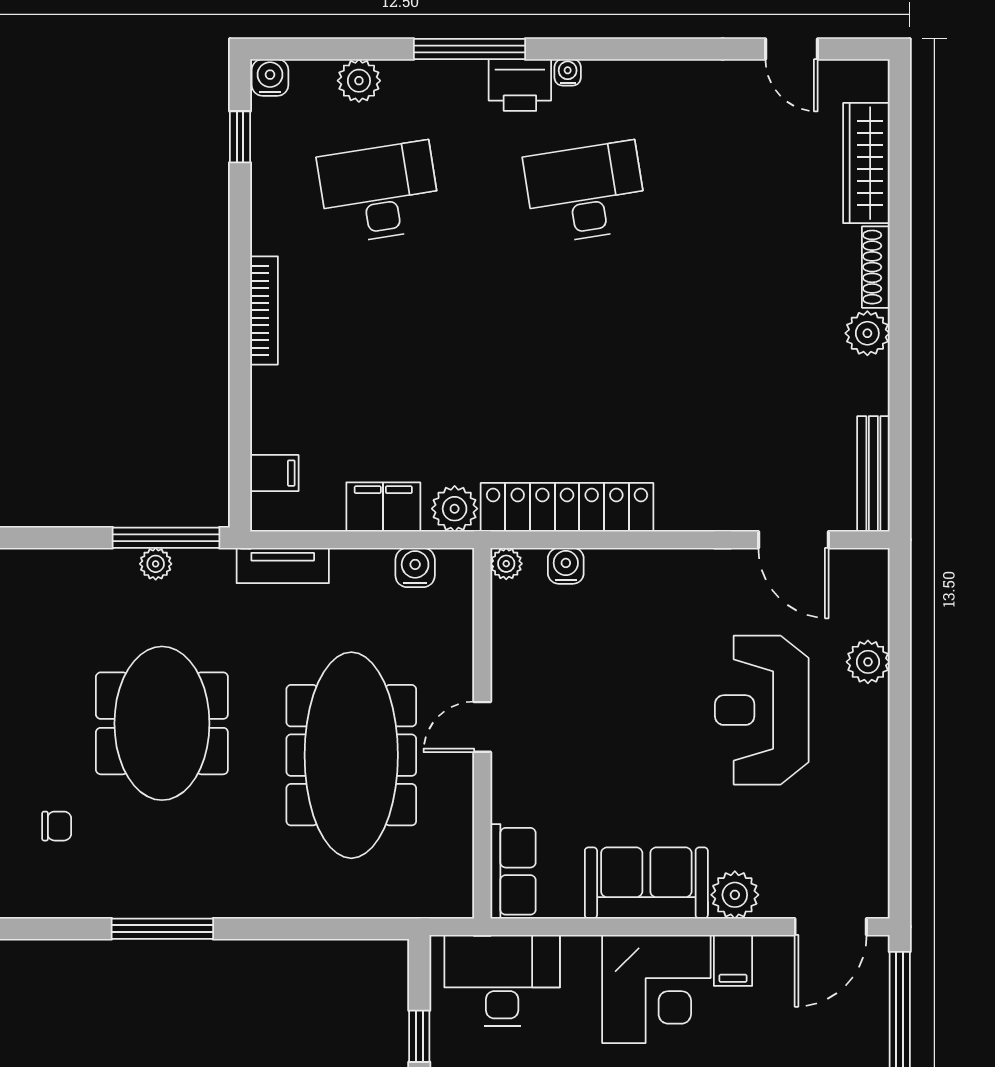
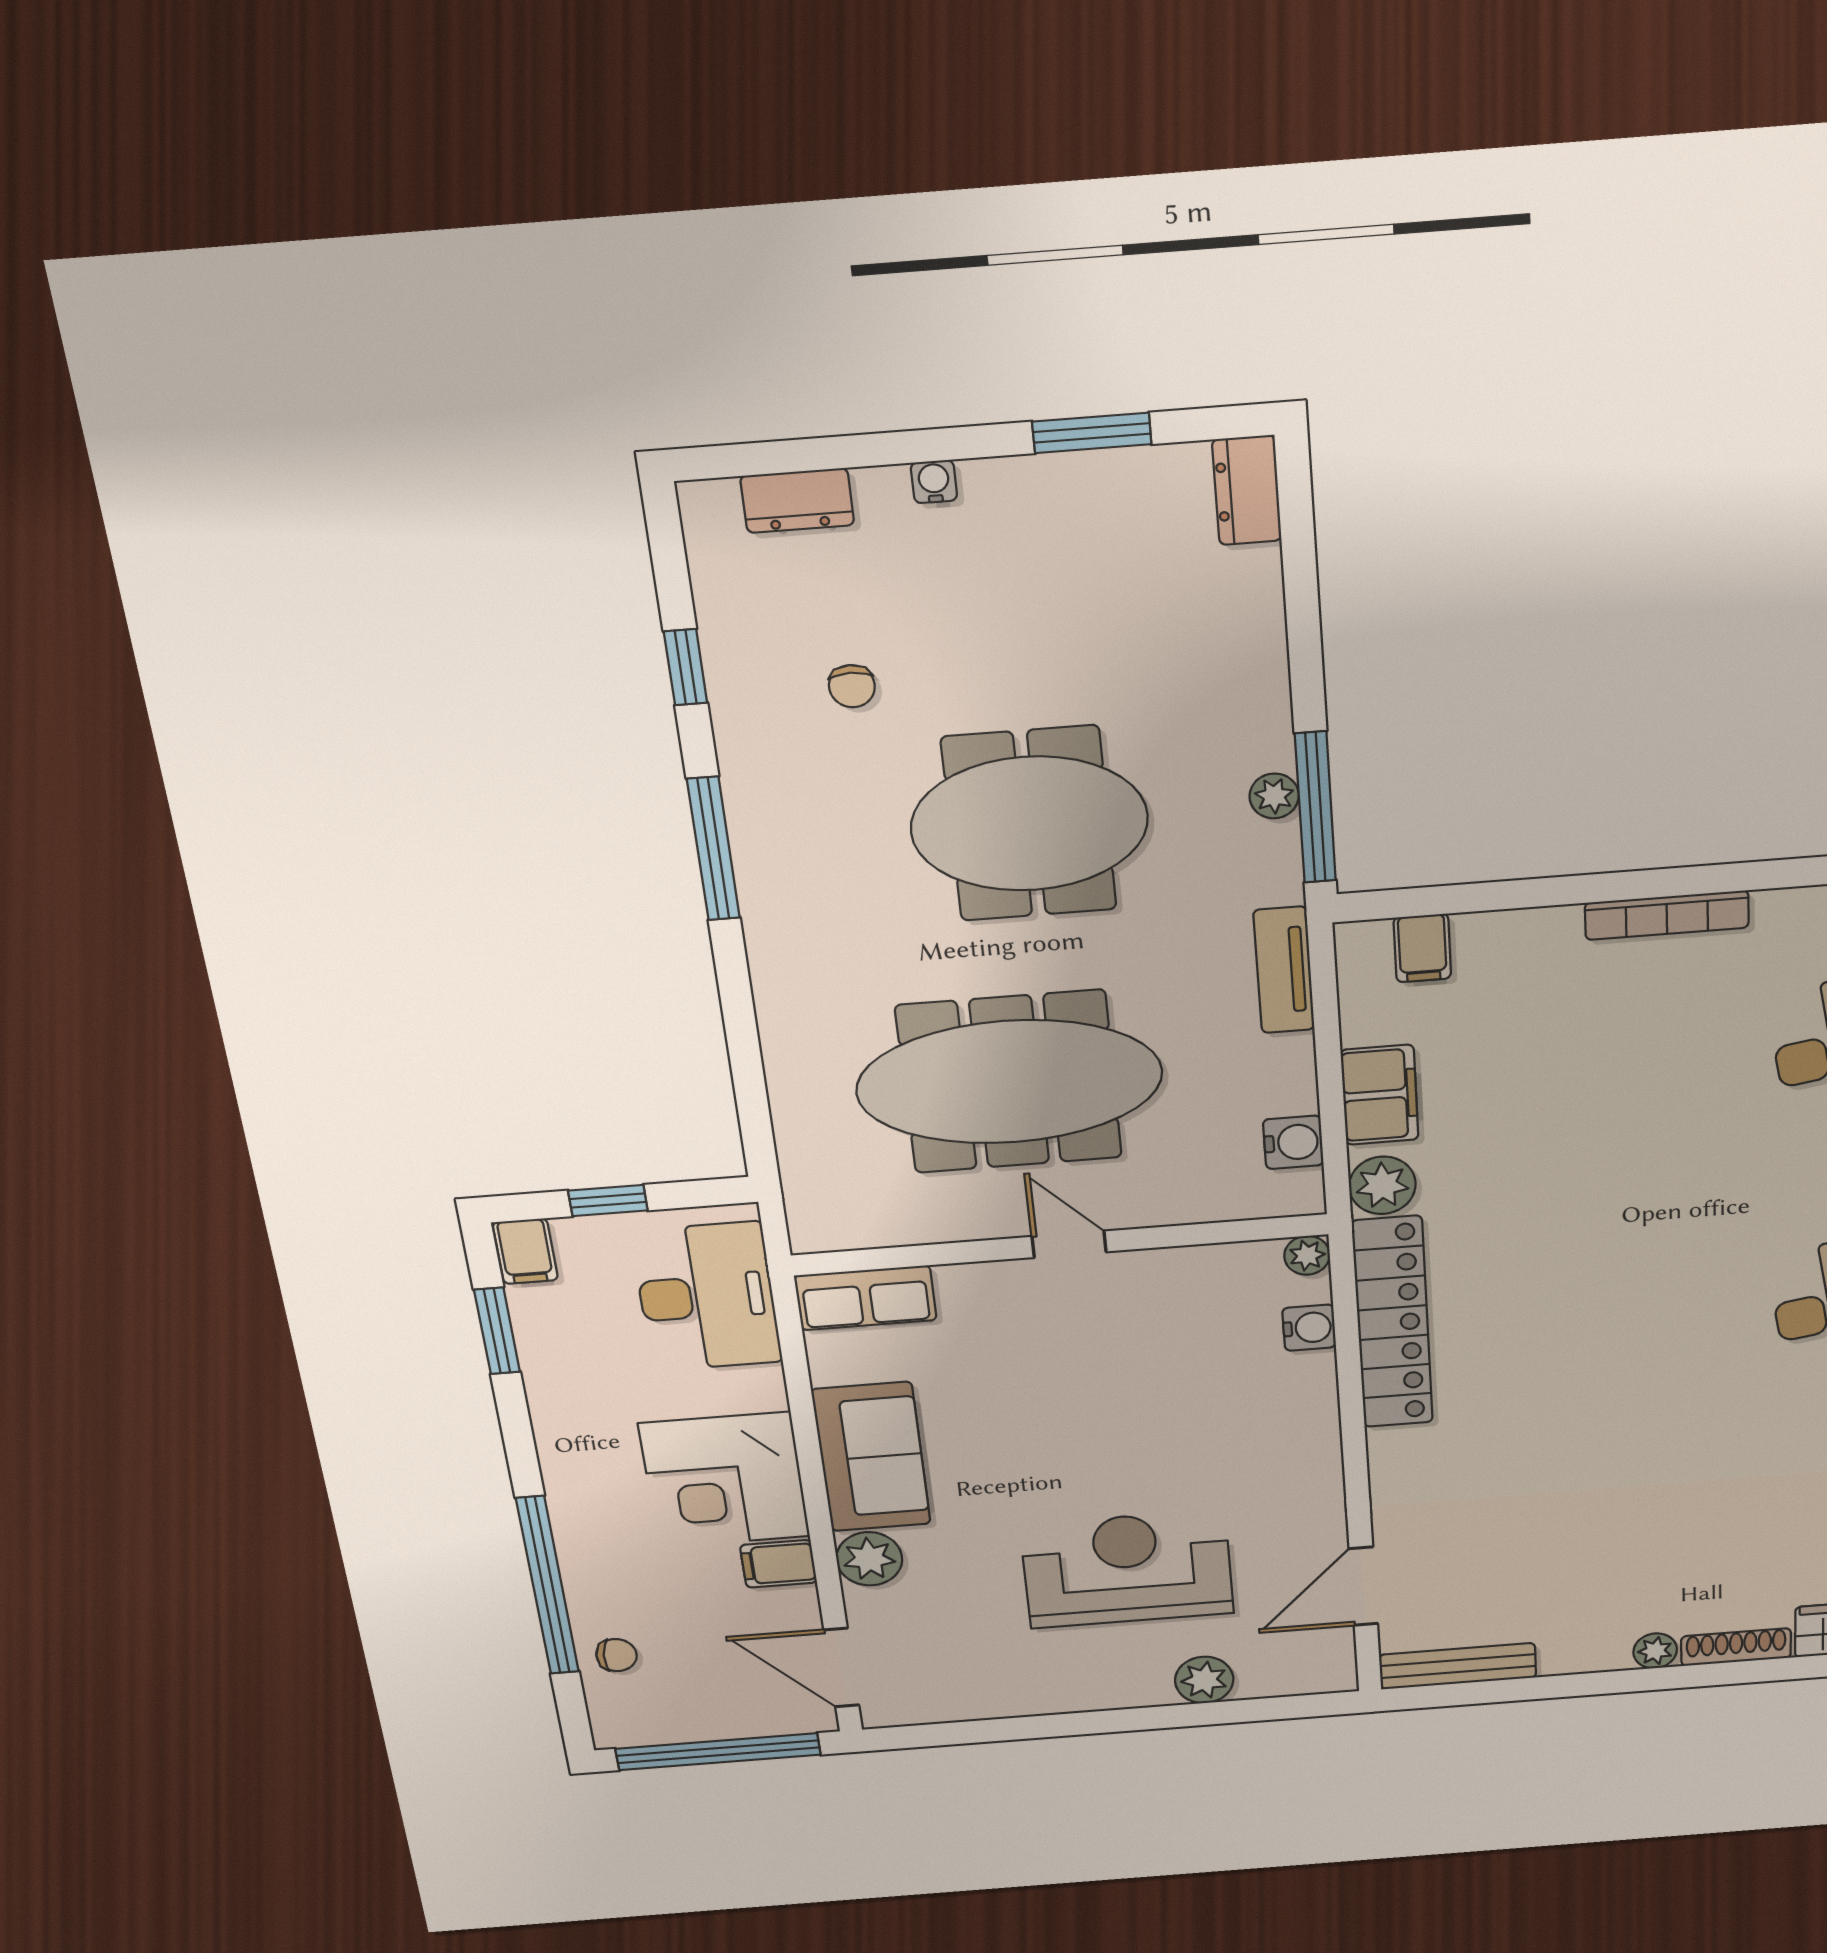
plant: (867, 333) -> (1655, 1651), width x0.73, depth x0.73
window: (35, 929) -> (686, 667), added

